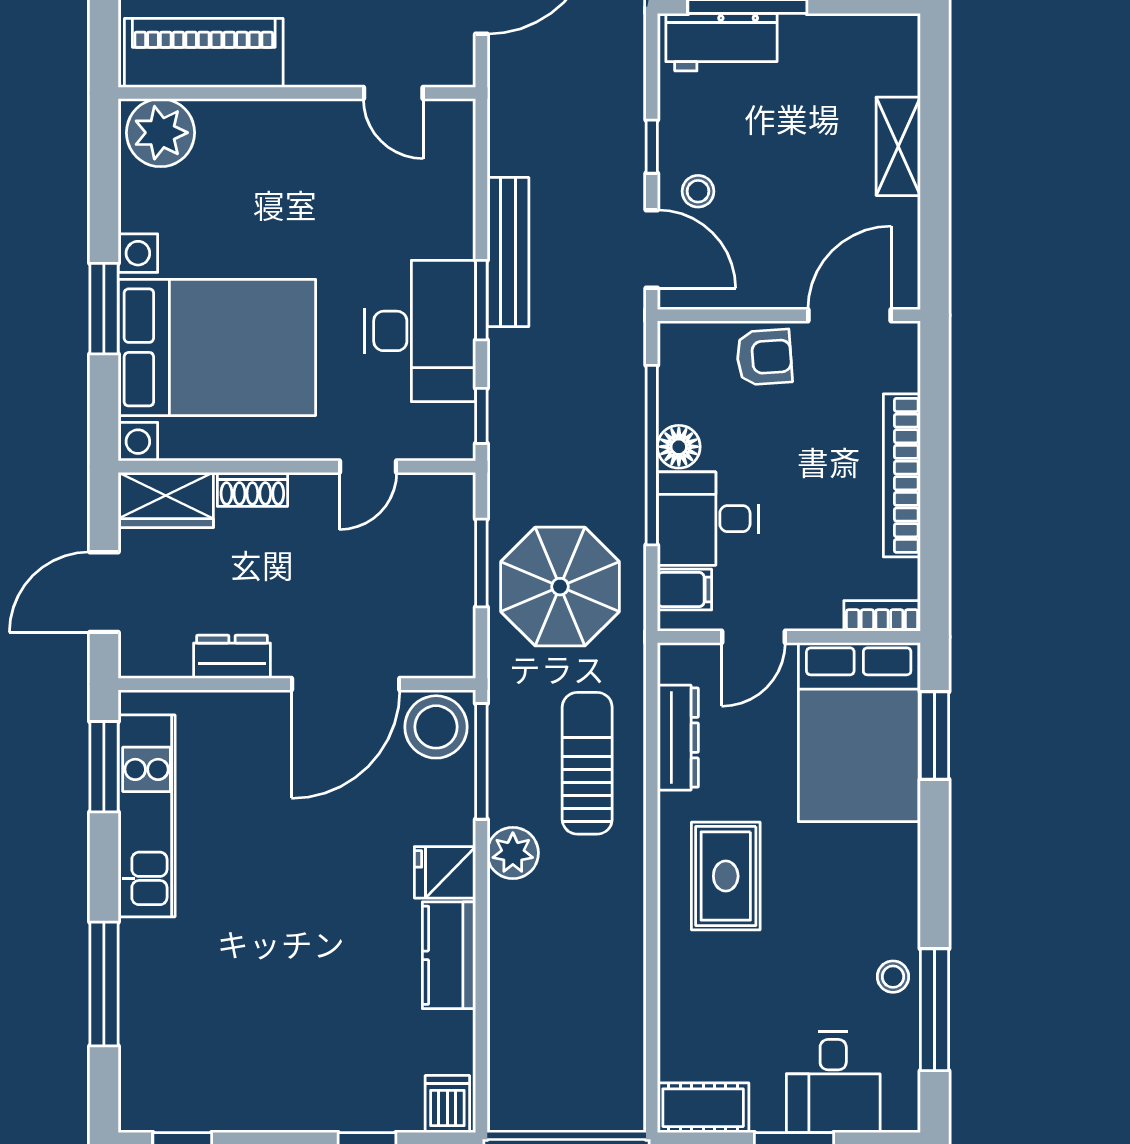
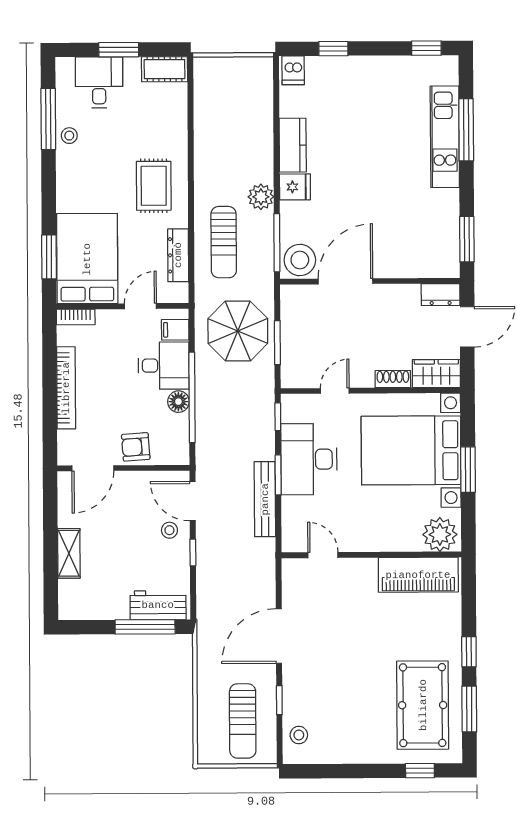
piano: (204, 53) -> (418, 575), moved
wall: (297, 93) -> (371, 555), moved
door: (393, 93) -> (323, 555), moved
plant: (161, 133) -> (440, 534), moved
dresser: (232, 657) -> (441, 295), moved
kitchen unit: (147, 816) -> (445, 137), moved

